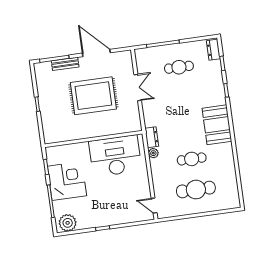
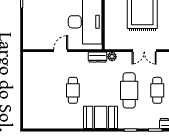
plant: (153, 153) -> (112, 57), moved
cafe table: (196, 190) -> (129, 90), moved
door: (154, 206) -> (61, 51), moved

